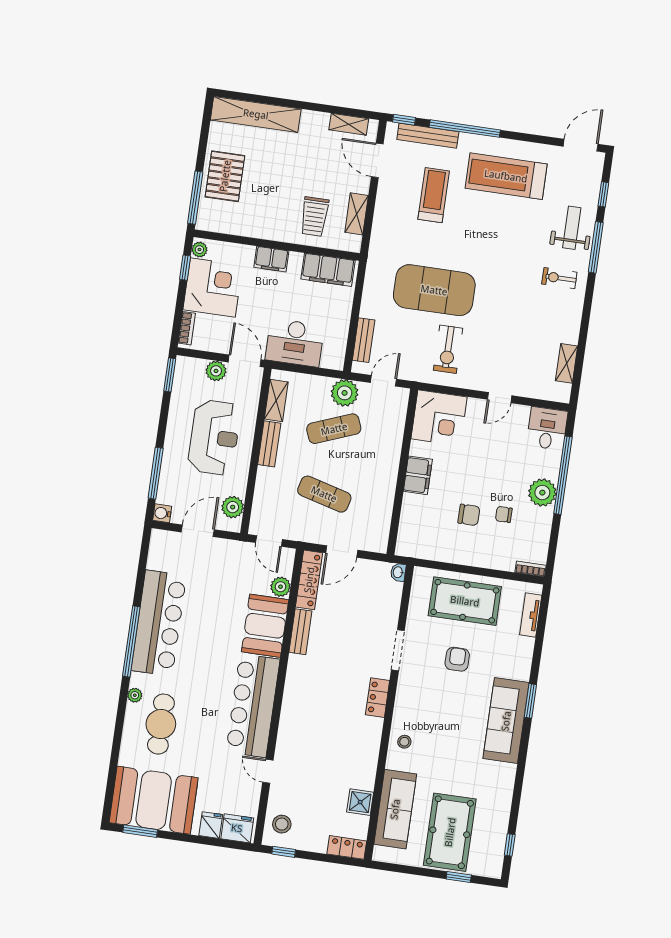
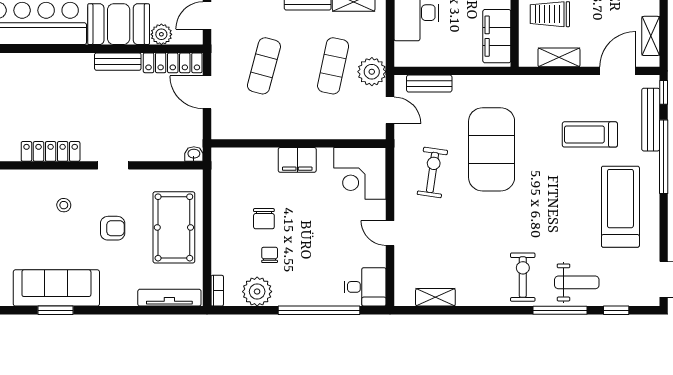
treadmill: (434, 195) -> (590, 134), turned 180
exercise bike: (559, 278) -> (523, 277), width x1.38, depth x1.39
exercise bike: (448, 349) -> (432, 172), turned 98
exercise mat: (334, 429) -> (333, 66), turned 33
plant: (542, 493) -> (257, 292), moved
tv unit: (531, 615) -> (169, 298), width x1.41
doorway: (398, 650) -> (113, 165), width x0.73
locker: (378, 698) -> (51, 151), width x1.53
window: (530, 701) -> (55, 310), moved
stool: (404, 742) -> (64, 205), moved

